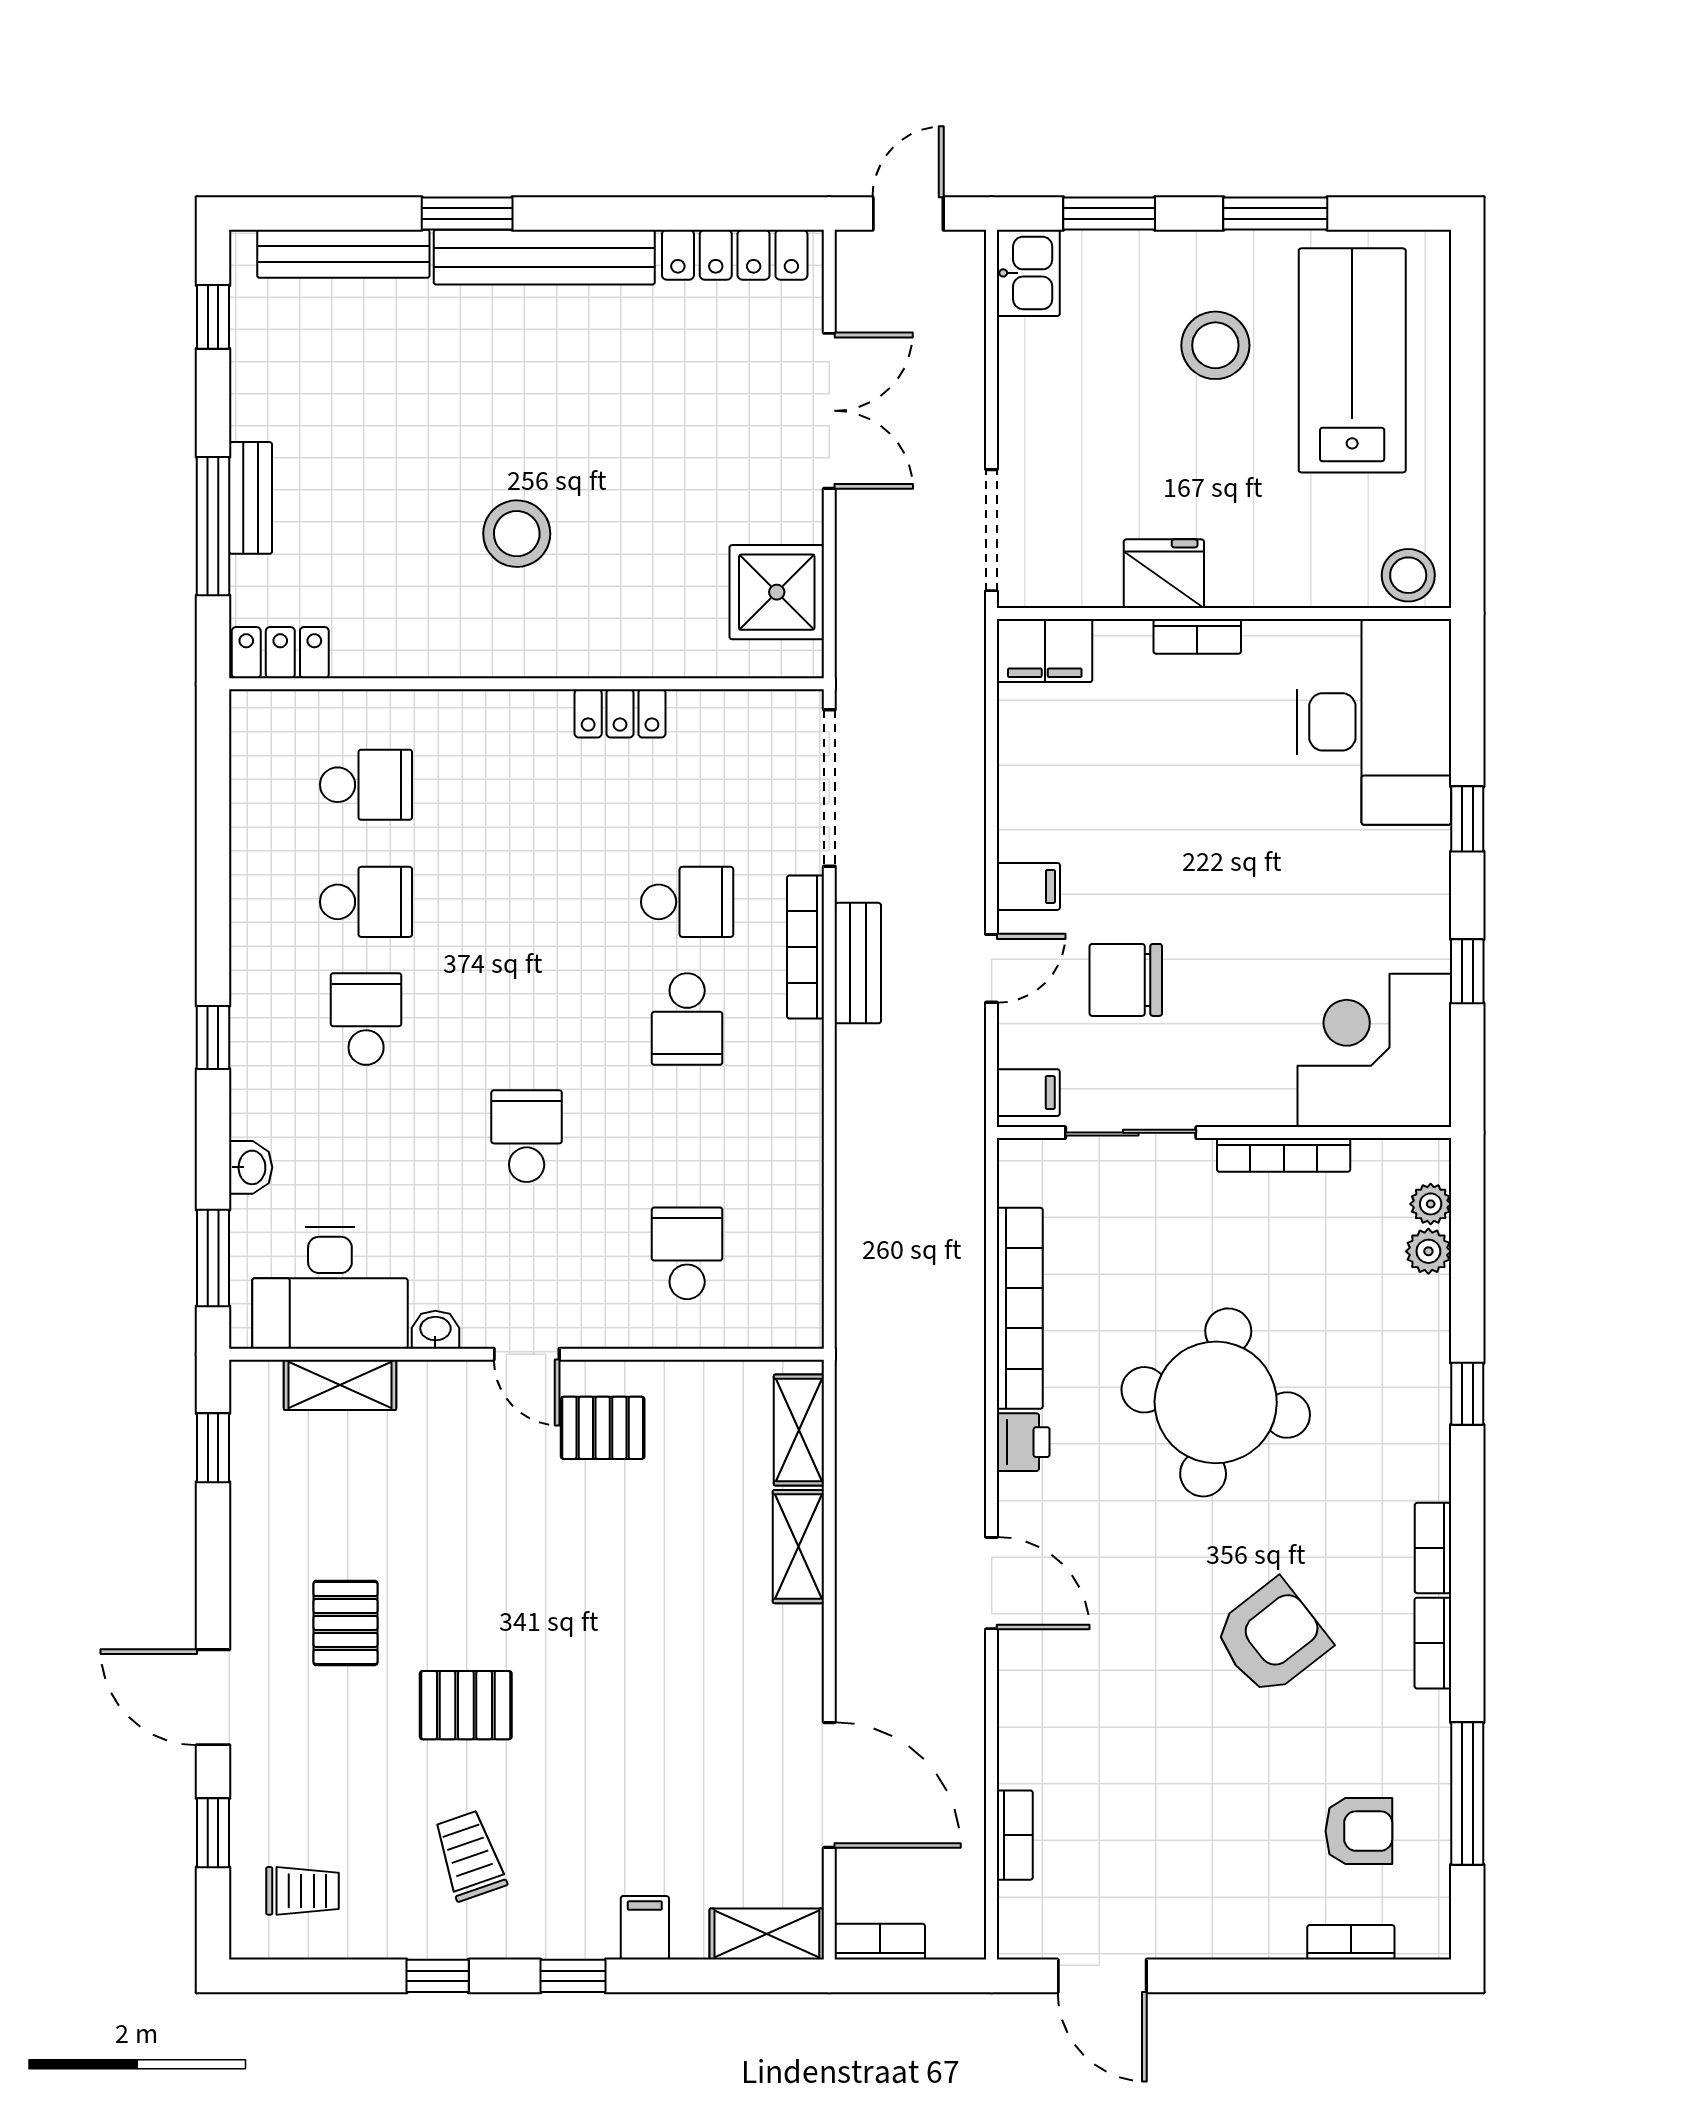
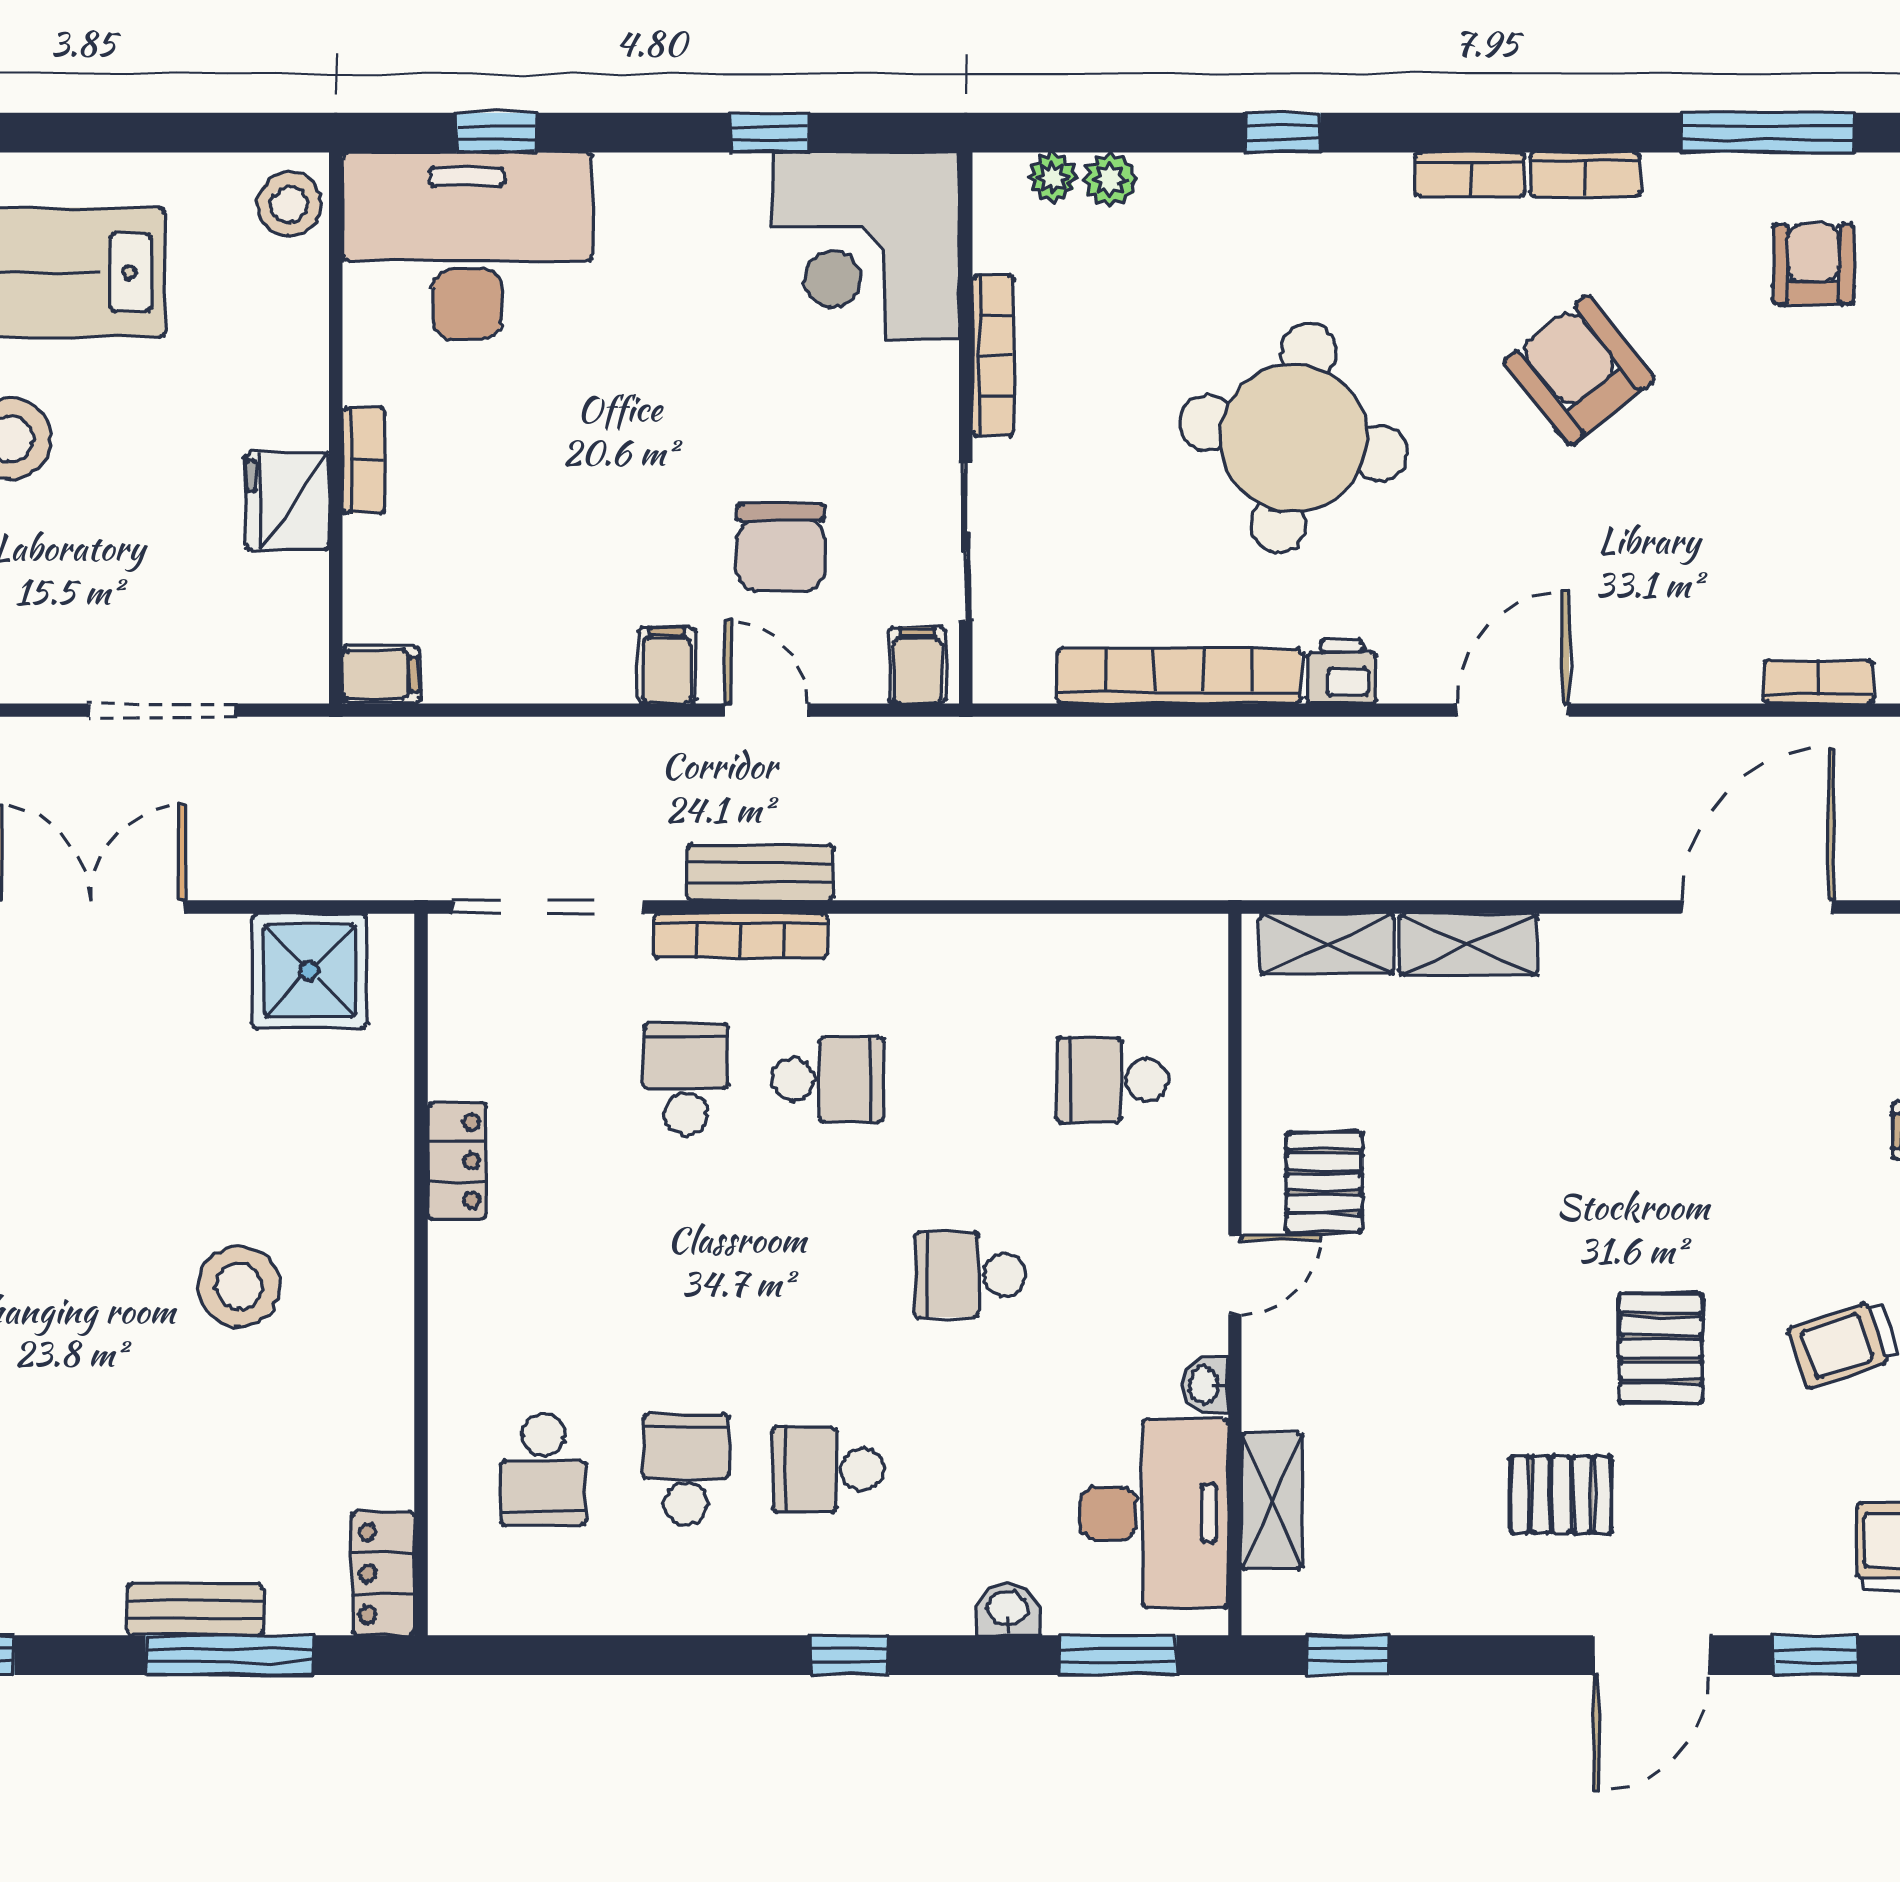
doorway: (992, 530) -> (162, 710), moved
filing cabinet: (1045, 651) -> (381, 674), width x0.50
school desk: (366, 785) -> (544, 1469), turned 180
window: (1467, 819) -> (496, 133), moved

